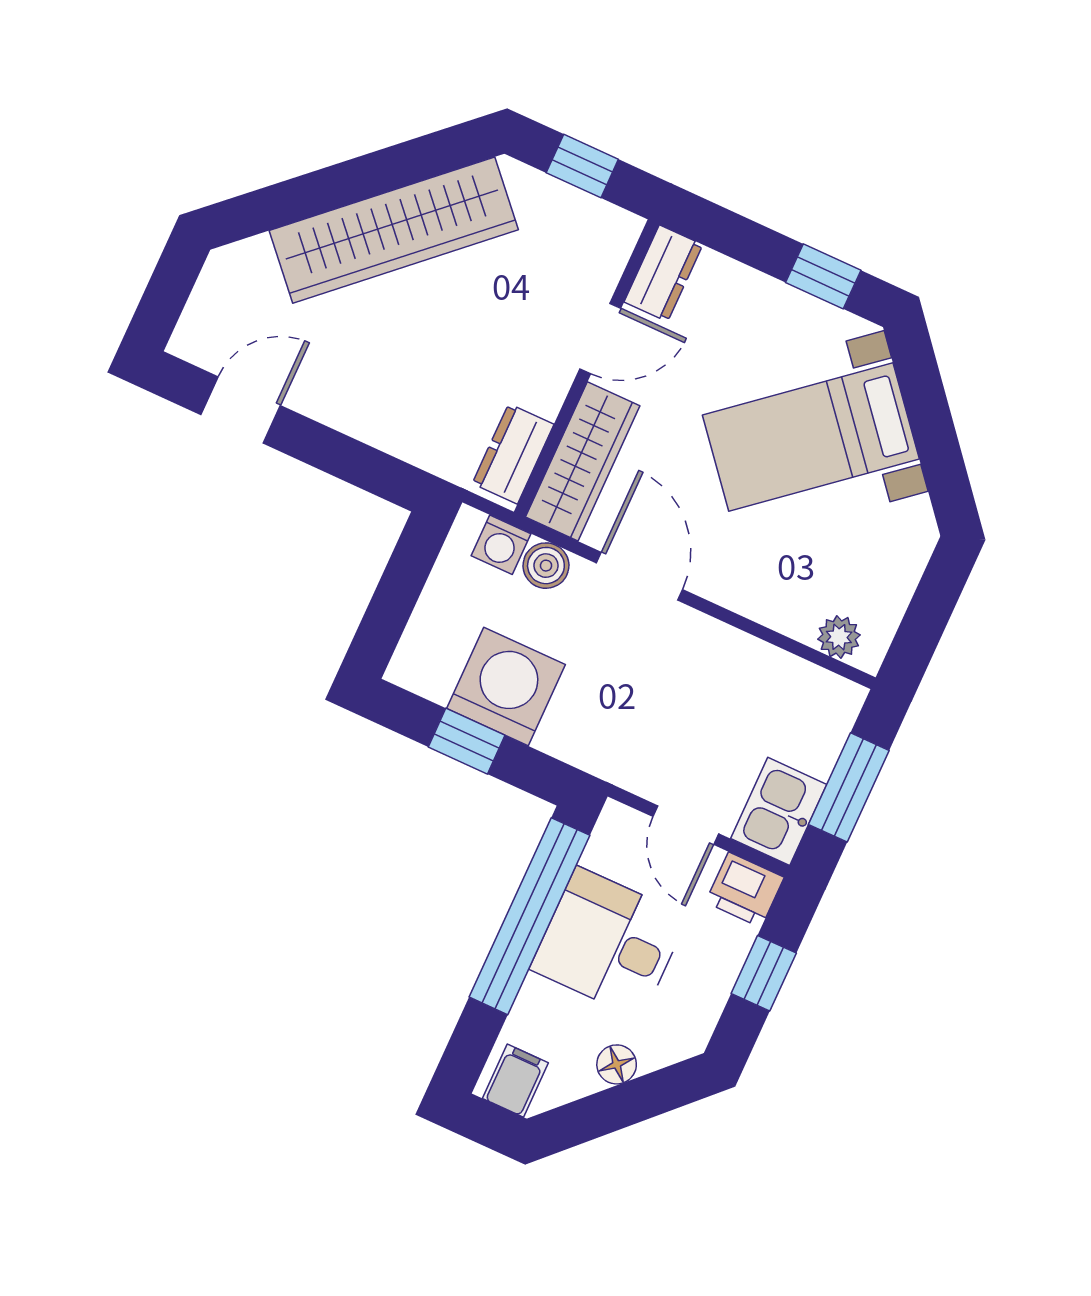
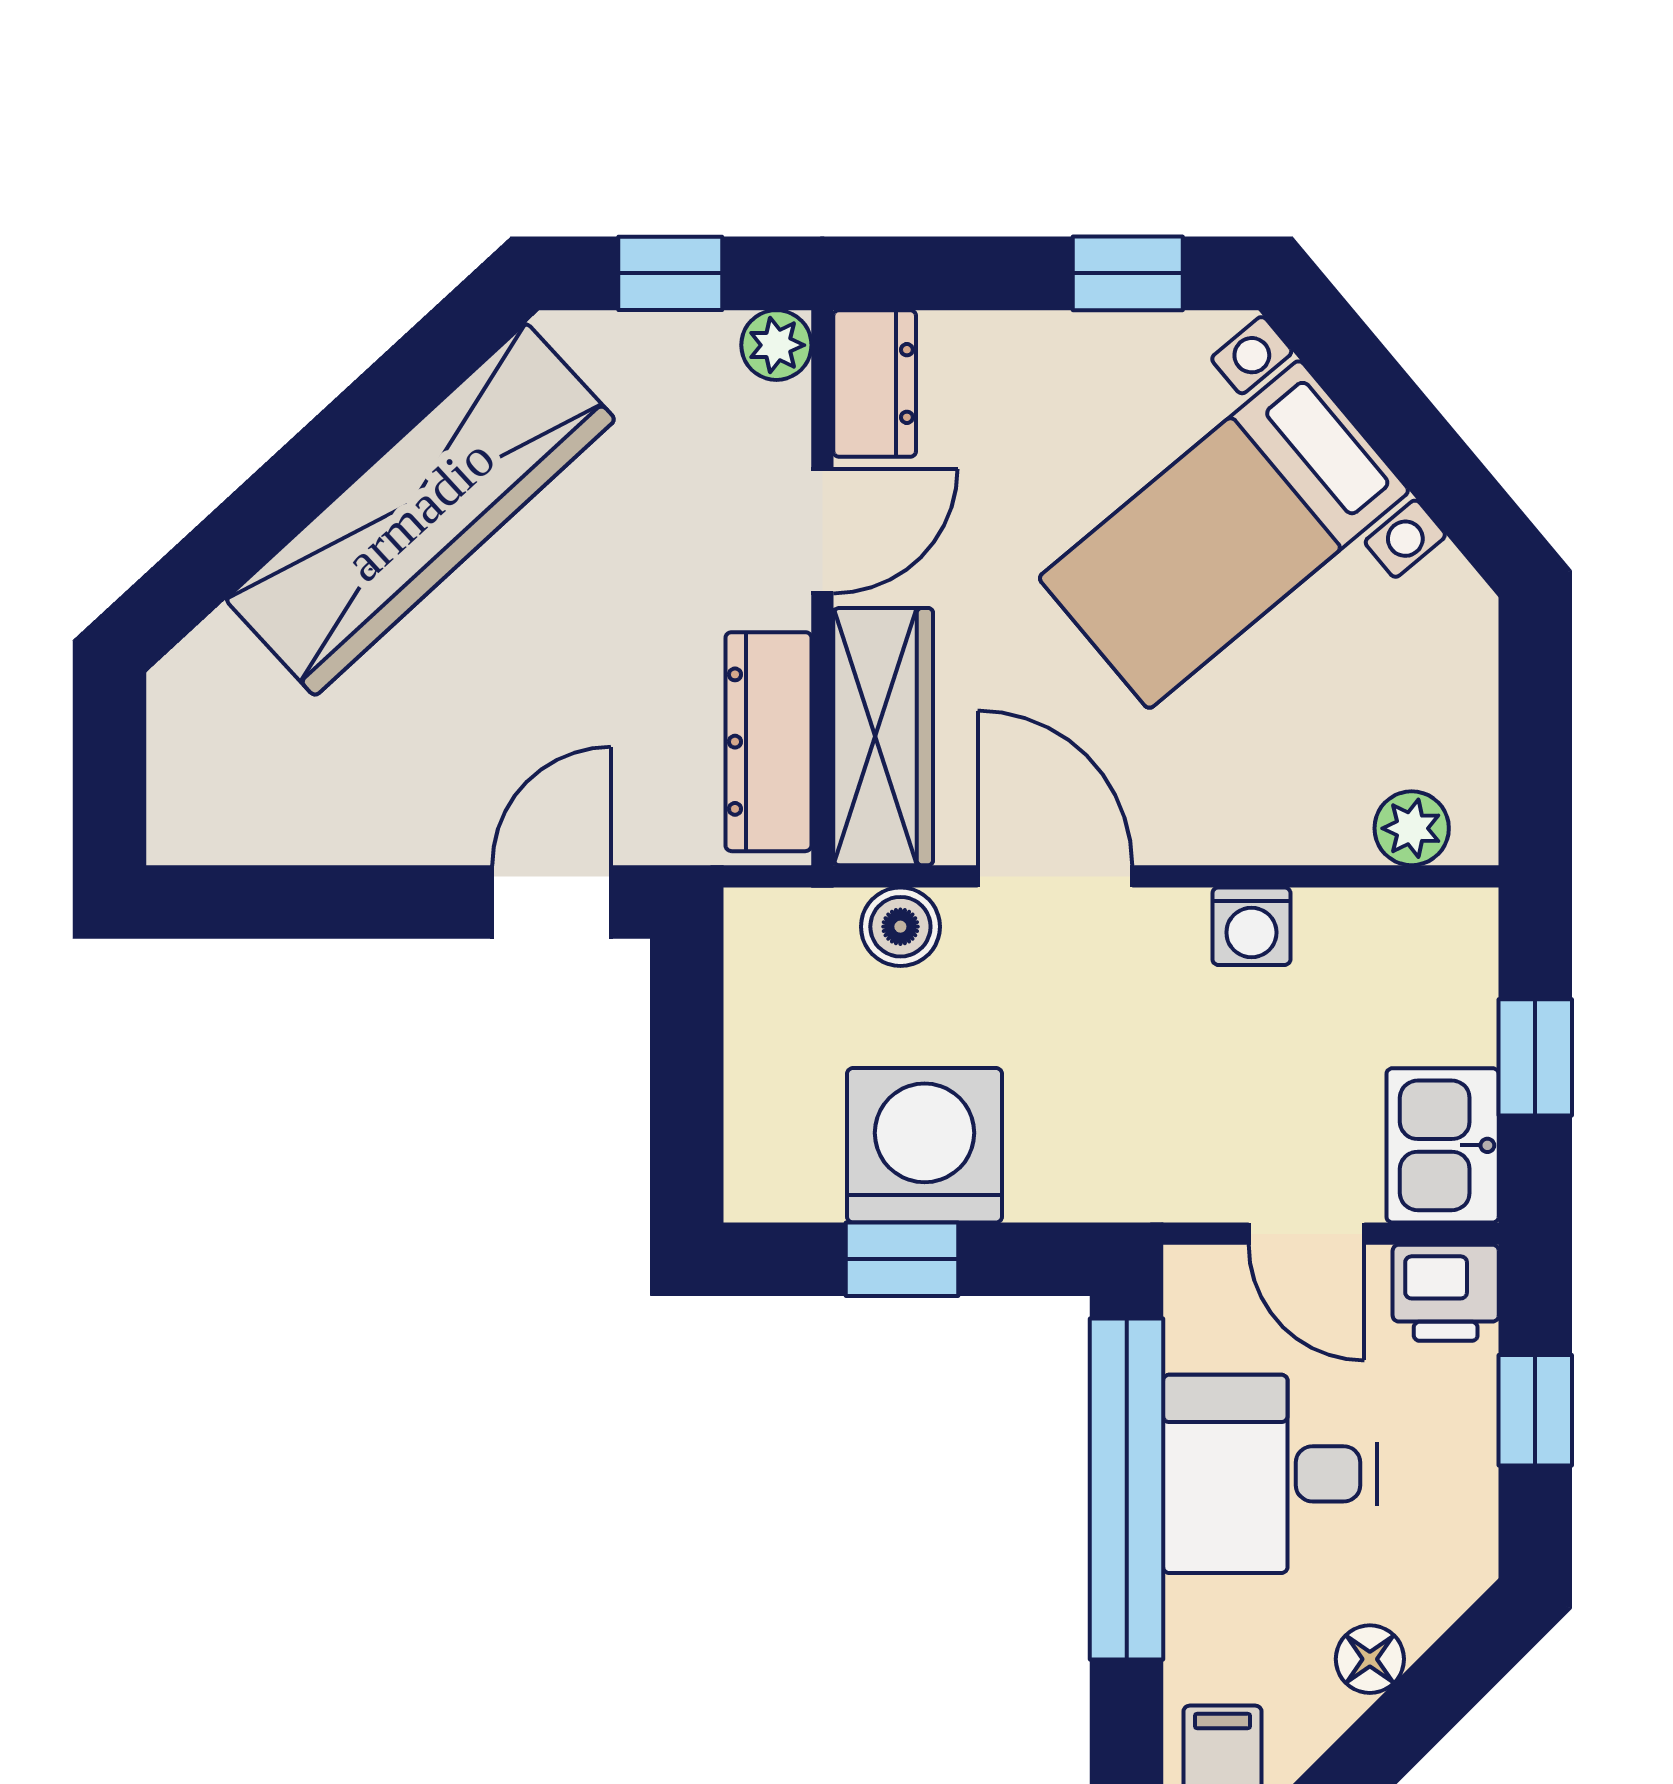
plant: (621, 229) -> (776, 345), added
door: (241, 410) -> (552, 902), moved
dresser: (513, 454) -> (768, 742), width x1.44
washing machine: (501, 545) -> (1251, 926), moved
window: (849, 787) -> (1535, 1057), width x0.67

